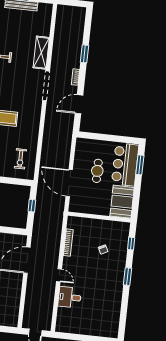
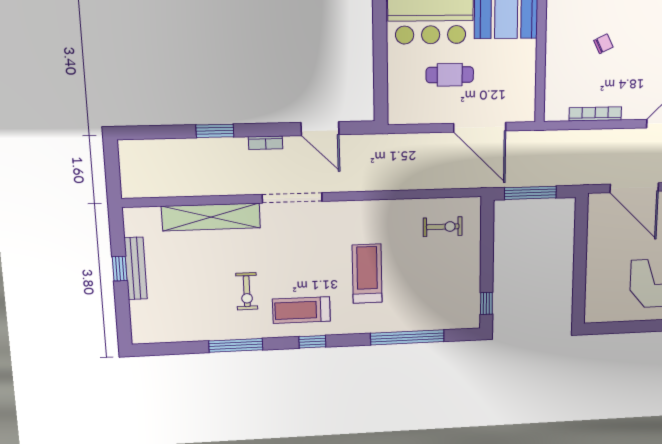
shelving: (41, 53) -> (211, 217), width x1.47
door: (69, 183) -> (480, 127), hinge flipped
window: (32, 206) -> (530, 193), width x2.17

